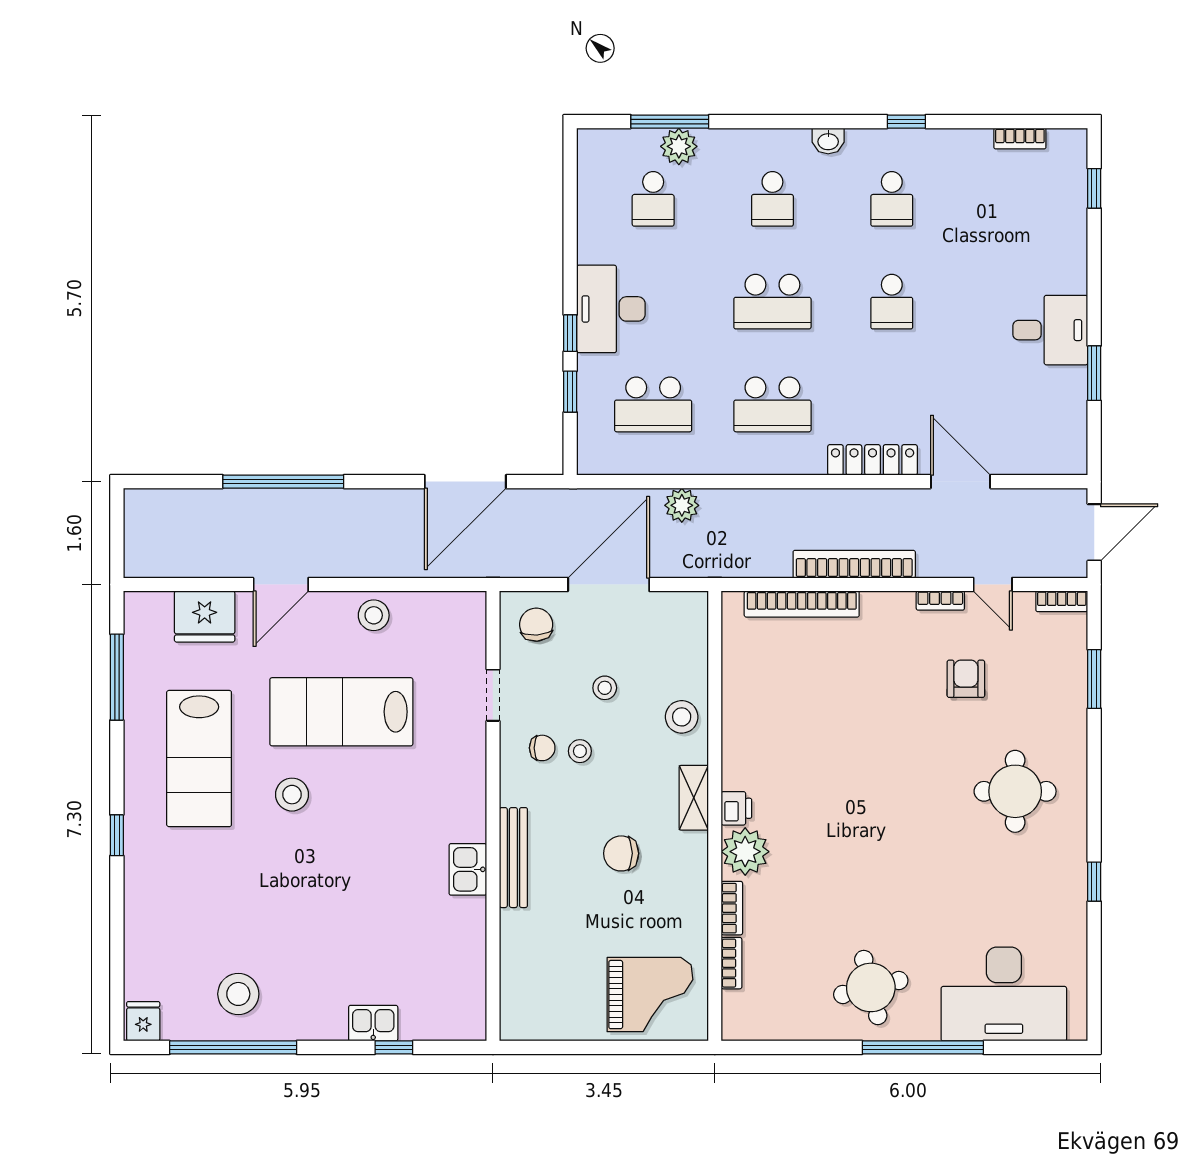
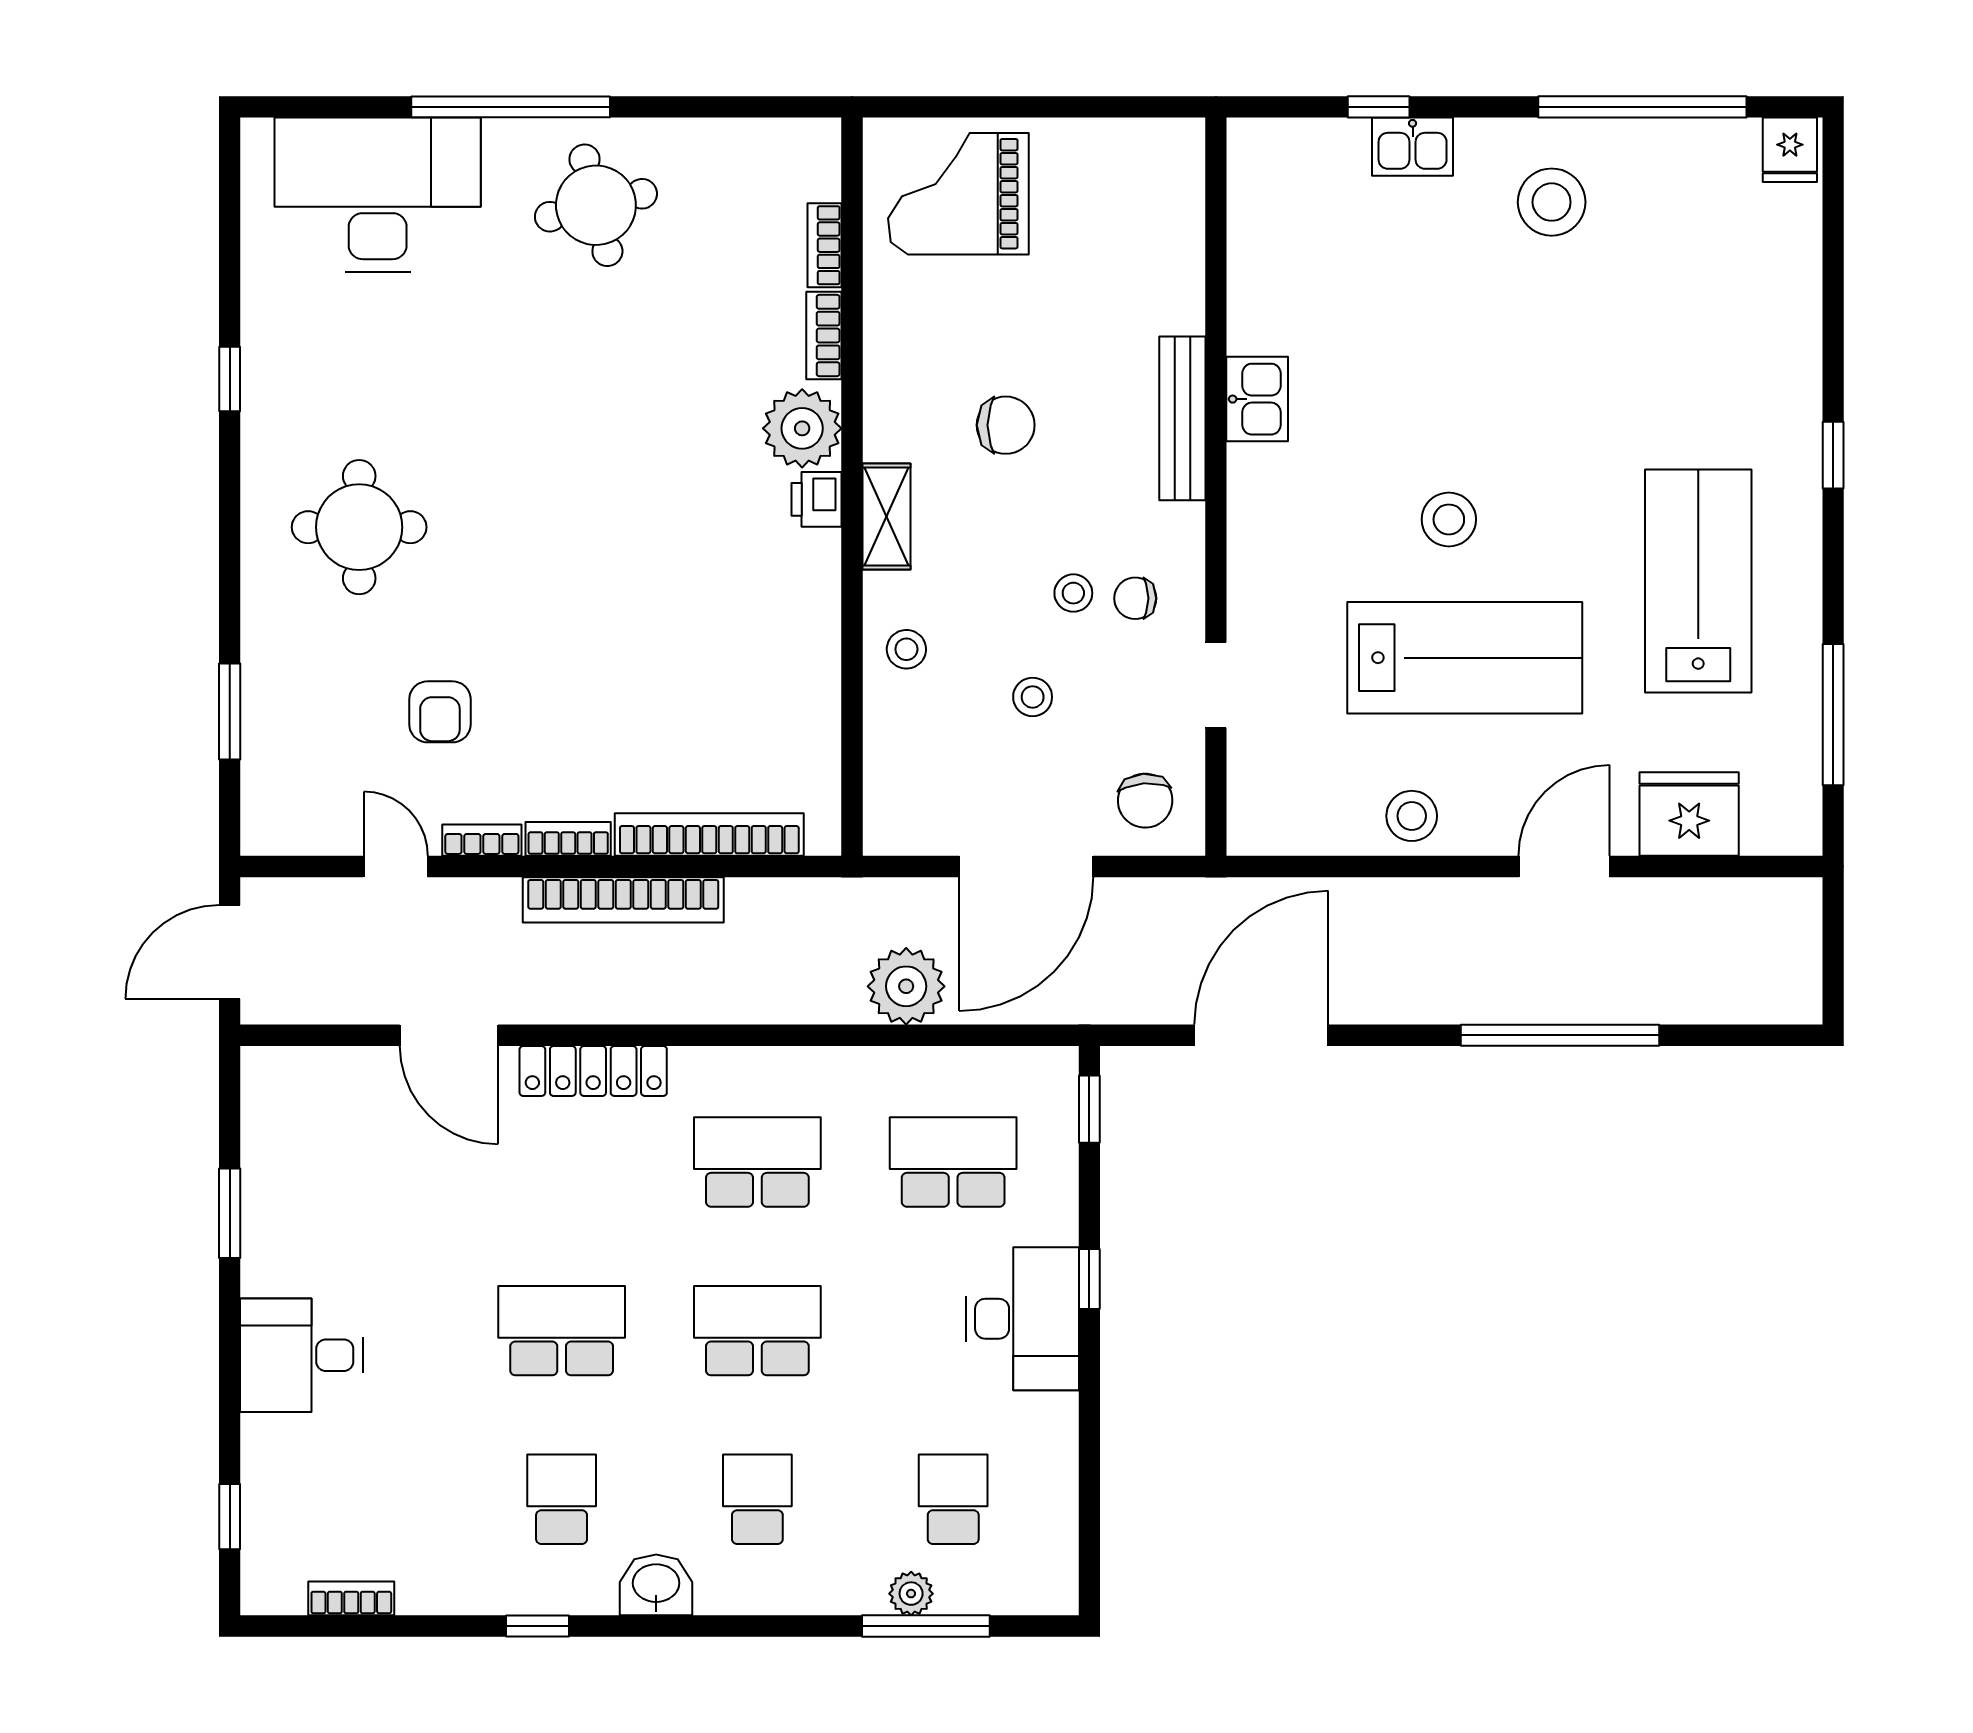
washbasin: (828, 141) -> (656, 1585), width x1.38, depth x1.45
plant: (679, 146) -> (911, 1594), width x0.73, depth x0.73
school desk: (892, 302) -> (562, 1331), width x1.85
desk: (1050, 330) -> (302, 1355), moved
window: (570, 392) -> (1089, 1109), moved
plant: (682, 505) -> (906, 986), width x1.36, depth x1.36
bookcase: (1062, 601) -> (568, 839), moved
stool: (682, 717) -> (906, 649), width x0.73, depth x0.73
stool: (292, 795) -> (1449, 519), moved
stool: (238, 994) -> (1552, 202), moved

